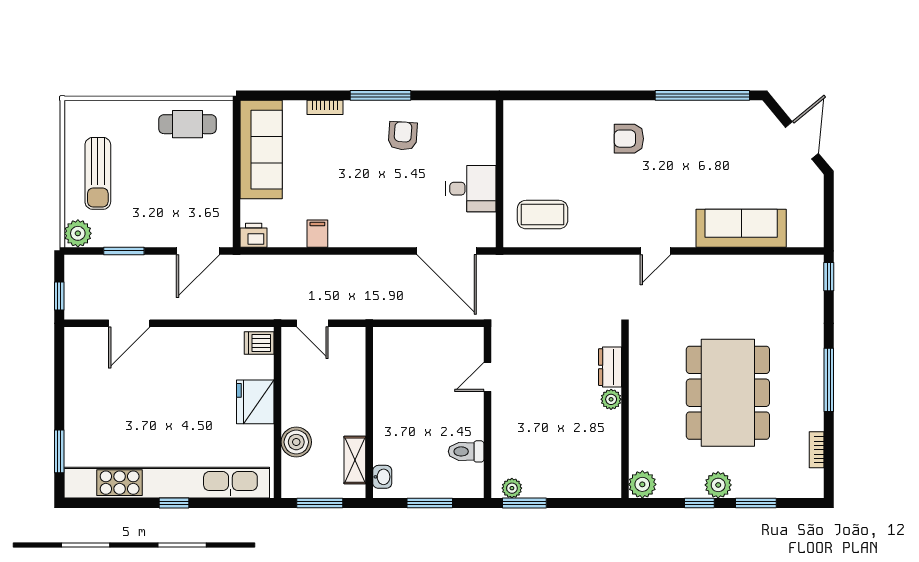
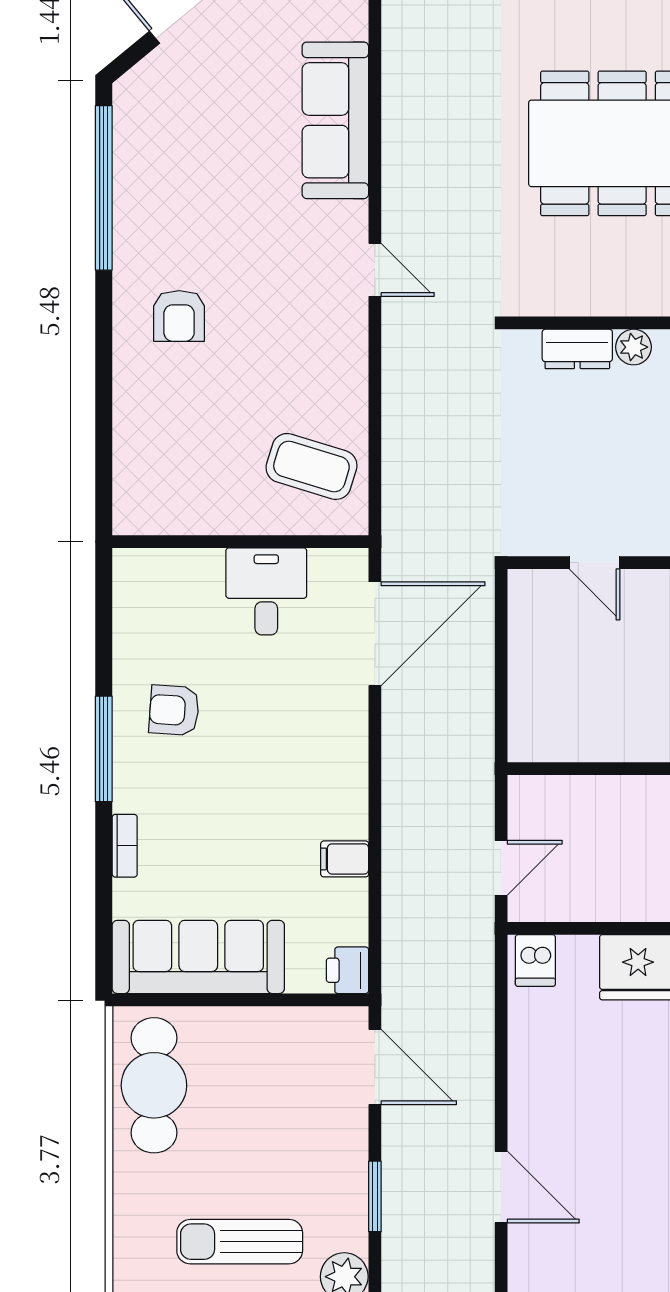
cafe table: (188, 124) -> (154, 1085), width x1.37, depth x1.35
sun lounger: (98, 173) -> (240, 1242), turned 180
coffee table: (543, 215) -> (311, 466), turned -73

